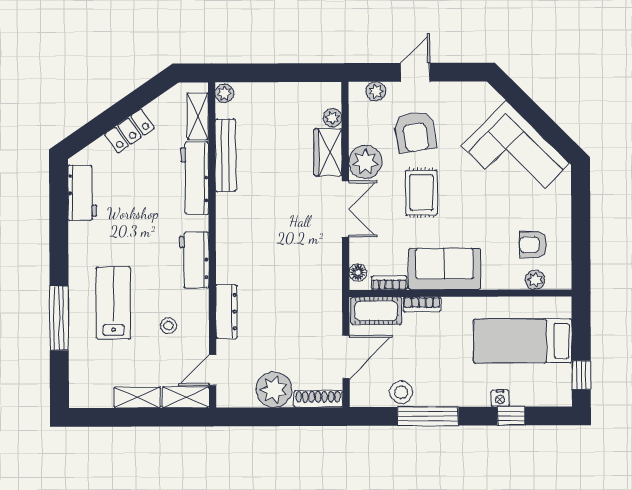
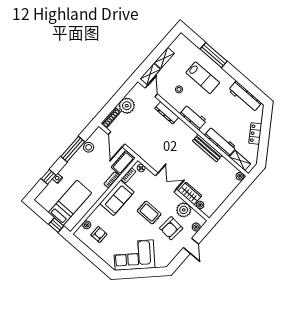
armchair: (415, 132) -> (171, 228), turned -77
bench: (225, 155) -> (207, 148), moved
plant: (365, 162) -> (184, 210), moved
workbench: (82, 193) -> (245, 97), width x1.37
double door: (345, 209) -> (166, 182), swing flipped
window: (581, 375) -> (56, 225), moved

